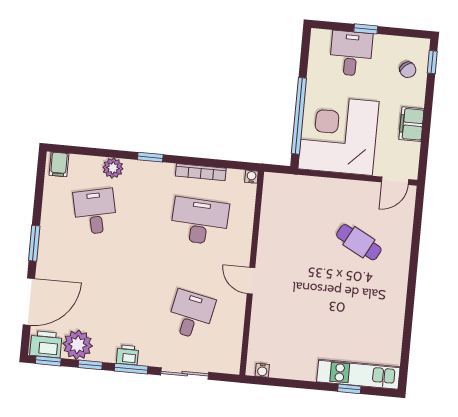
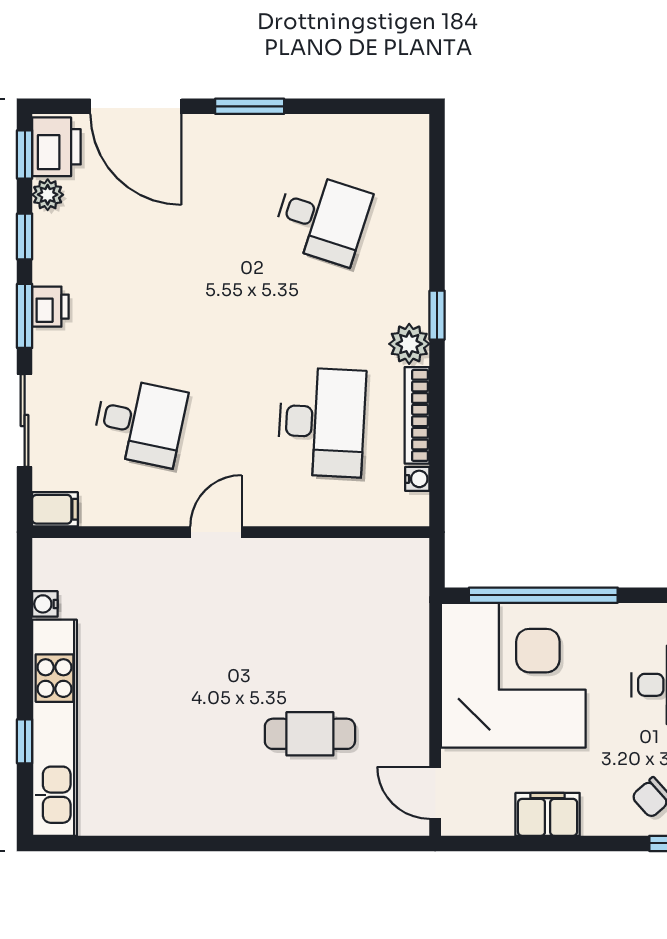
filing cabinet: (59, 164) -> (55, 509), moved, turned 180
plant: (113, 168) -> (409, 344), moved
water cooler: (251, 177) -> (417, 479), moved
desk: (95, 212) -> (322, 218), turned 30
cafe table: (359, 242) -> (310, 734), turned 62
plant: (78, 345) -> (48, 195), width x0.53, depth x0.53
water cooler: (262, 370) -> (45, 604), moved
kitchen unit: (358, 374) -> (54, 728), width x1.36

